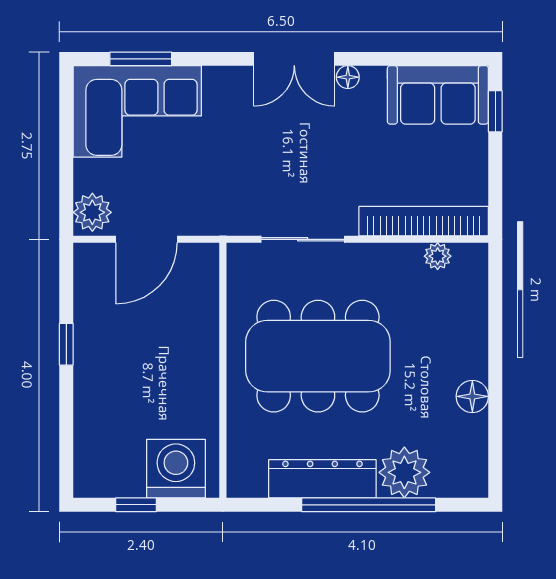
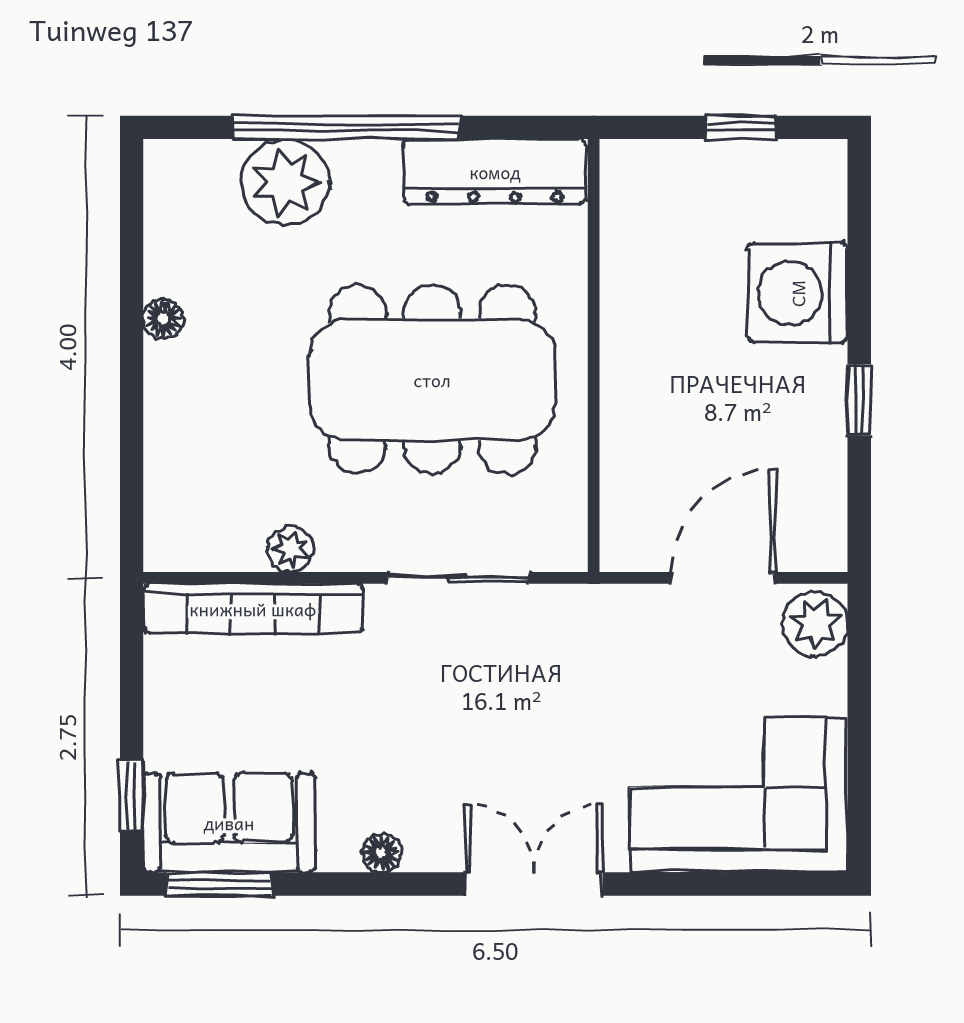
window: (141, 59) -> (219, 884), moved
double door: (294, 59) -> (534, 884), moved
plant: (438, 256) -> (290, 549), moved
floor lamp: (472, 396) -> (163, 319), width x0.73, depth x0.73
washing machine: (176, 469) -> (798, 293), moved, turned 90
dresser: (322, 479) -> (495, 172), moved

